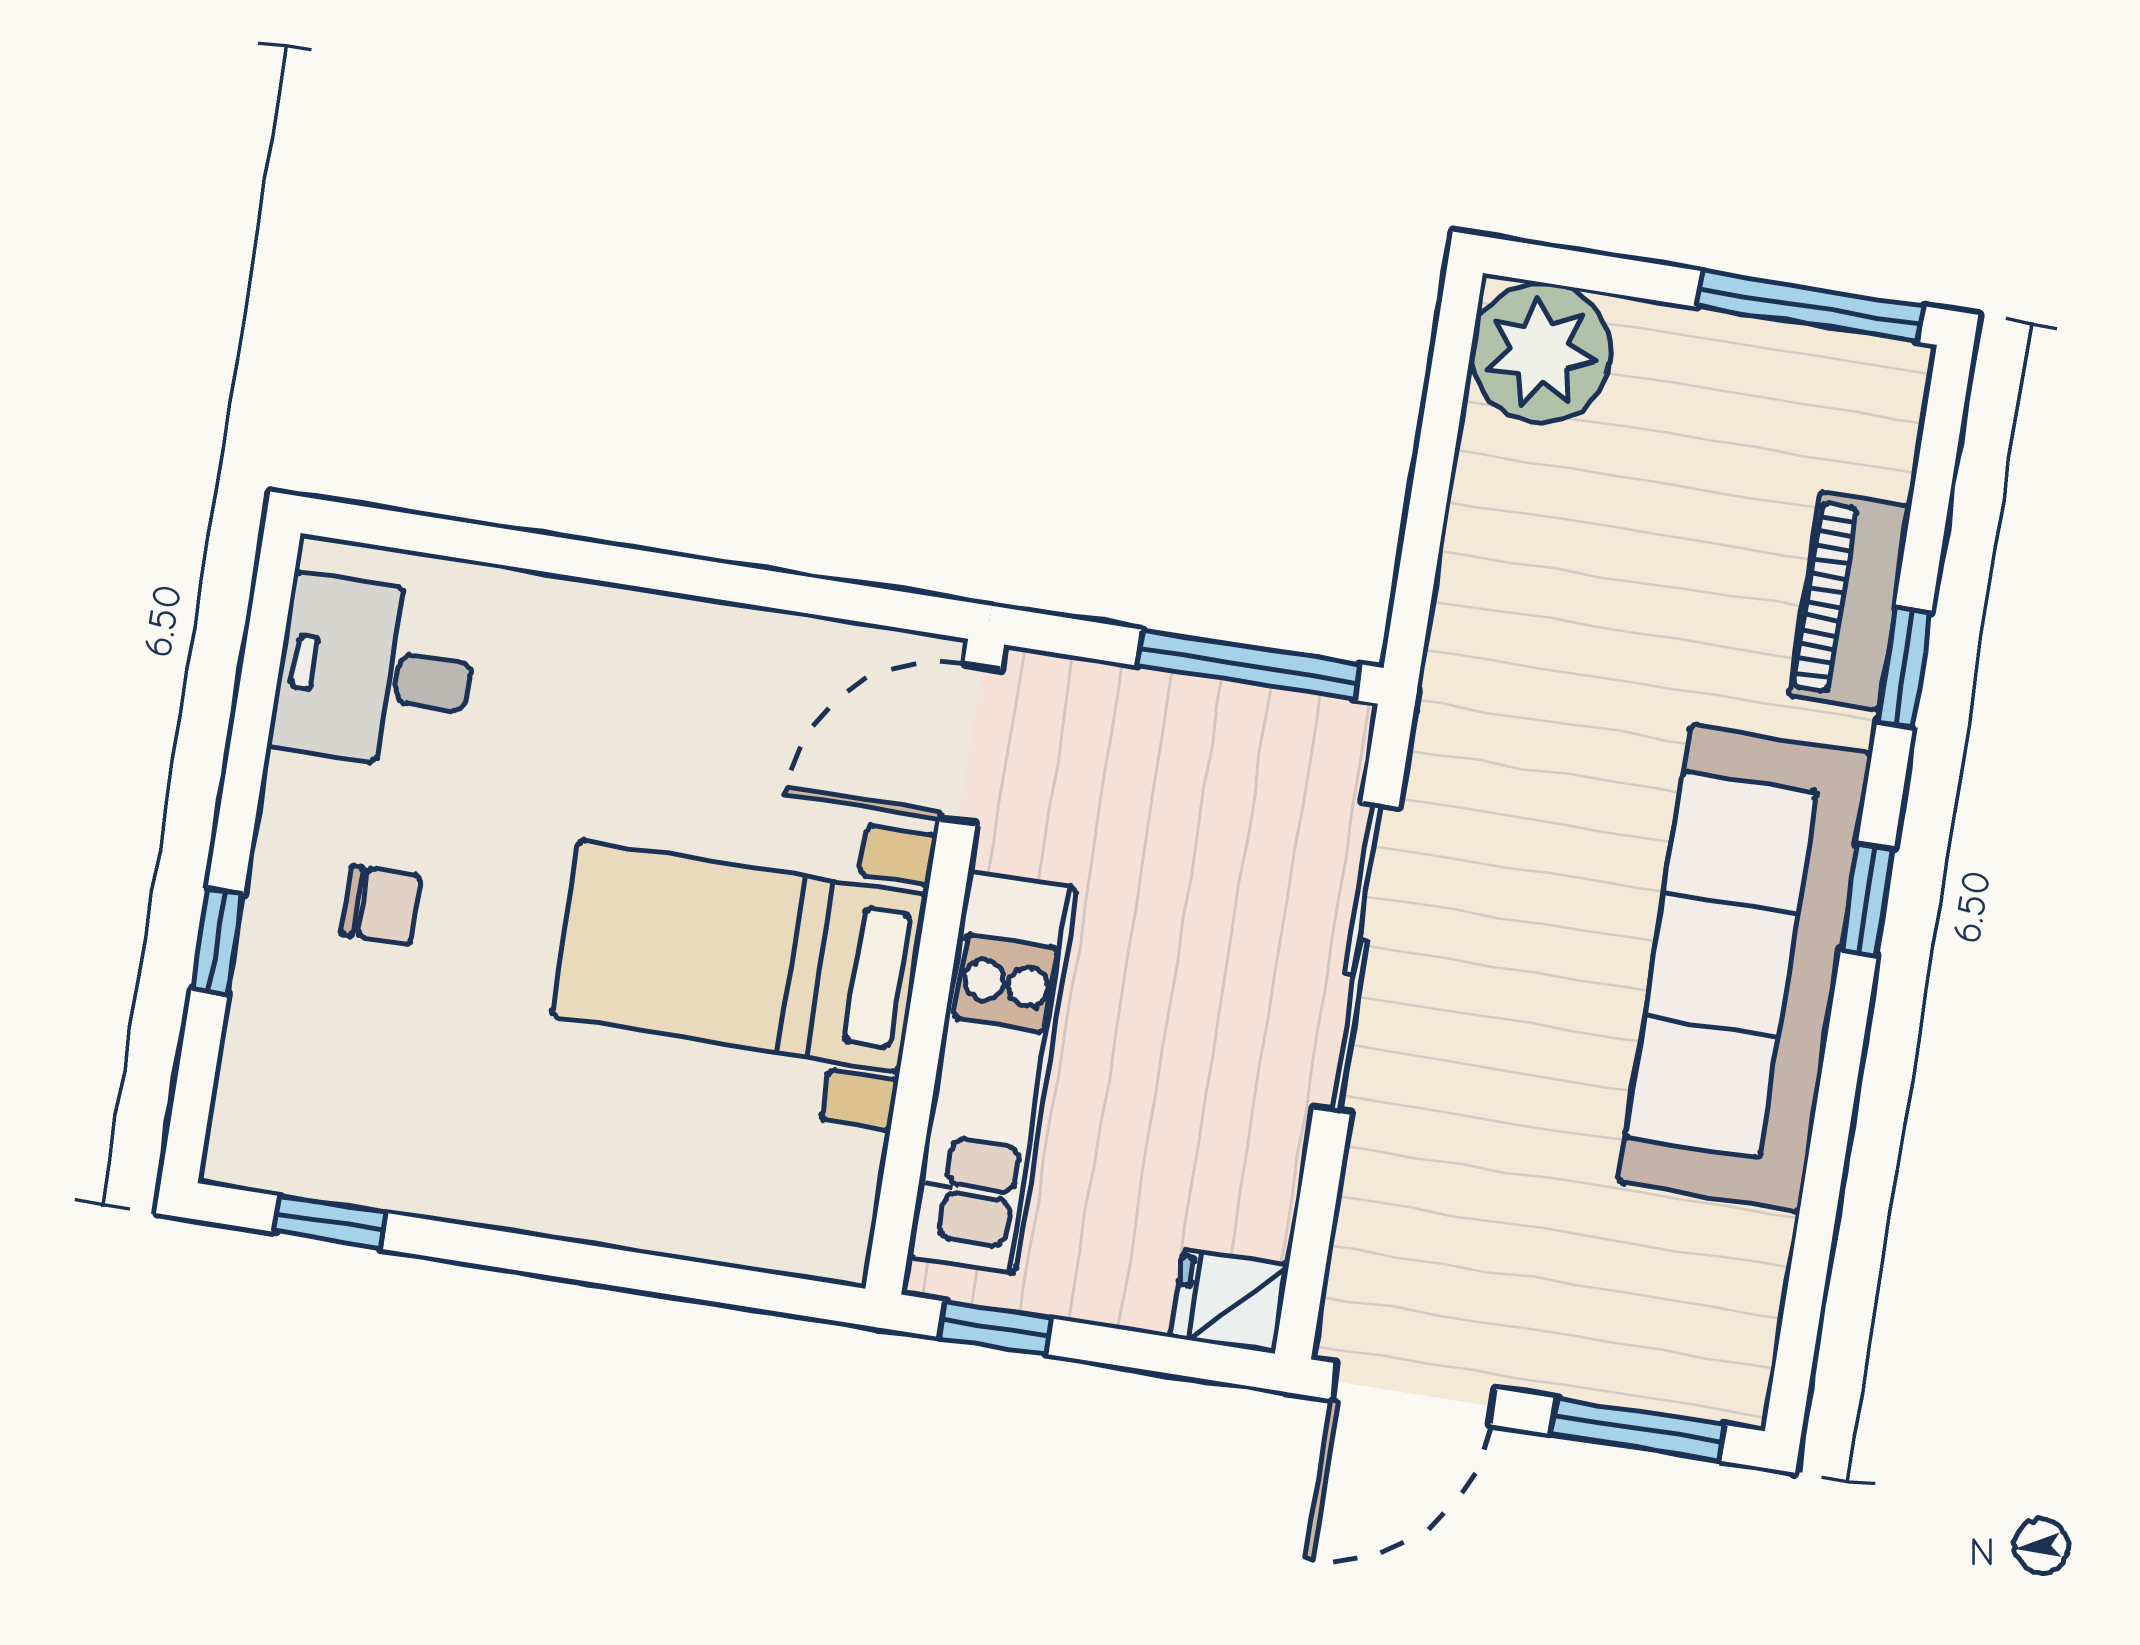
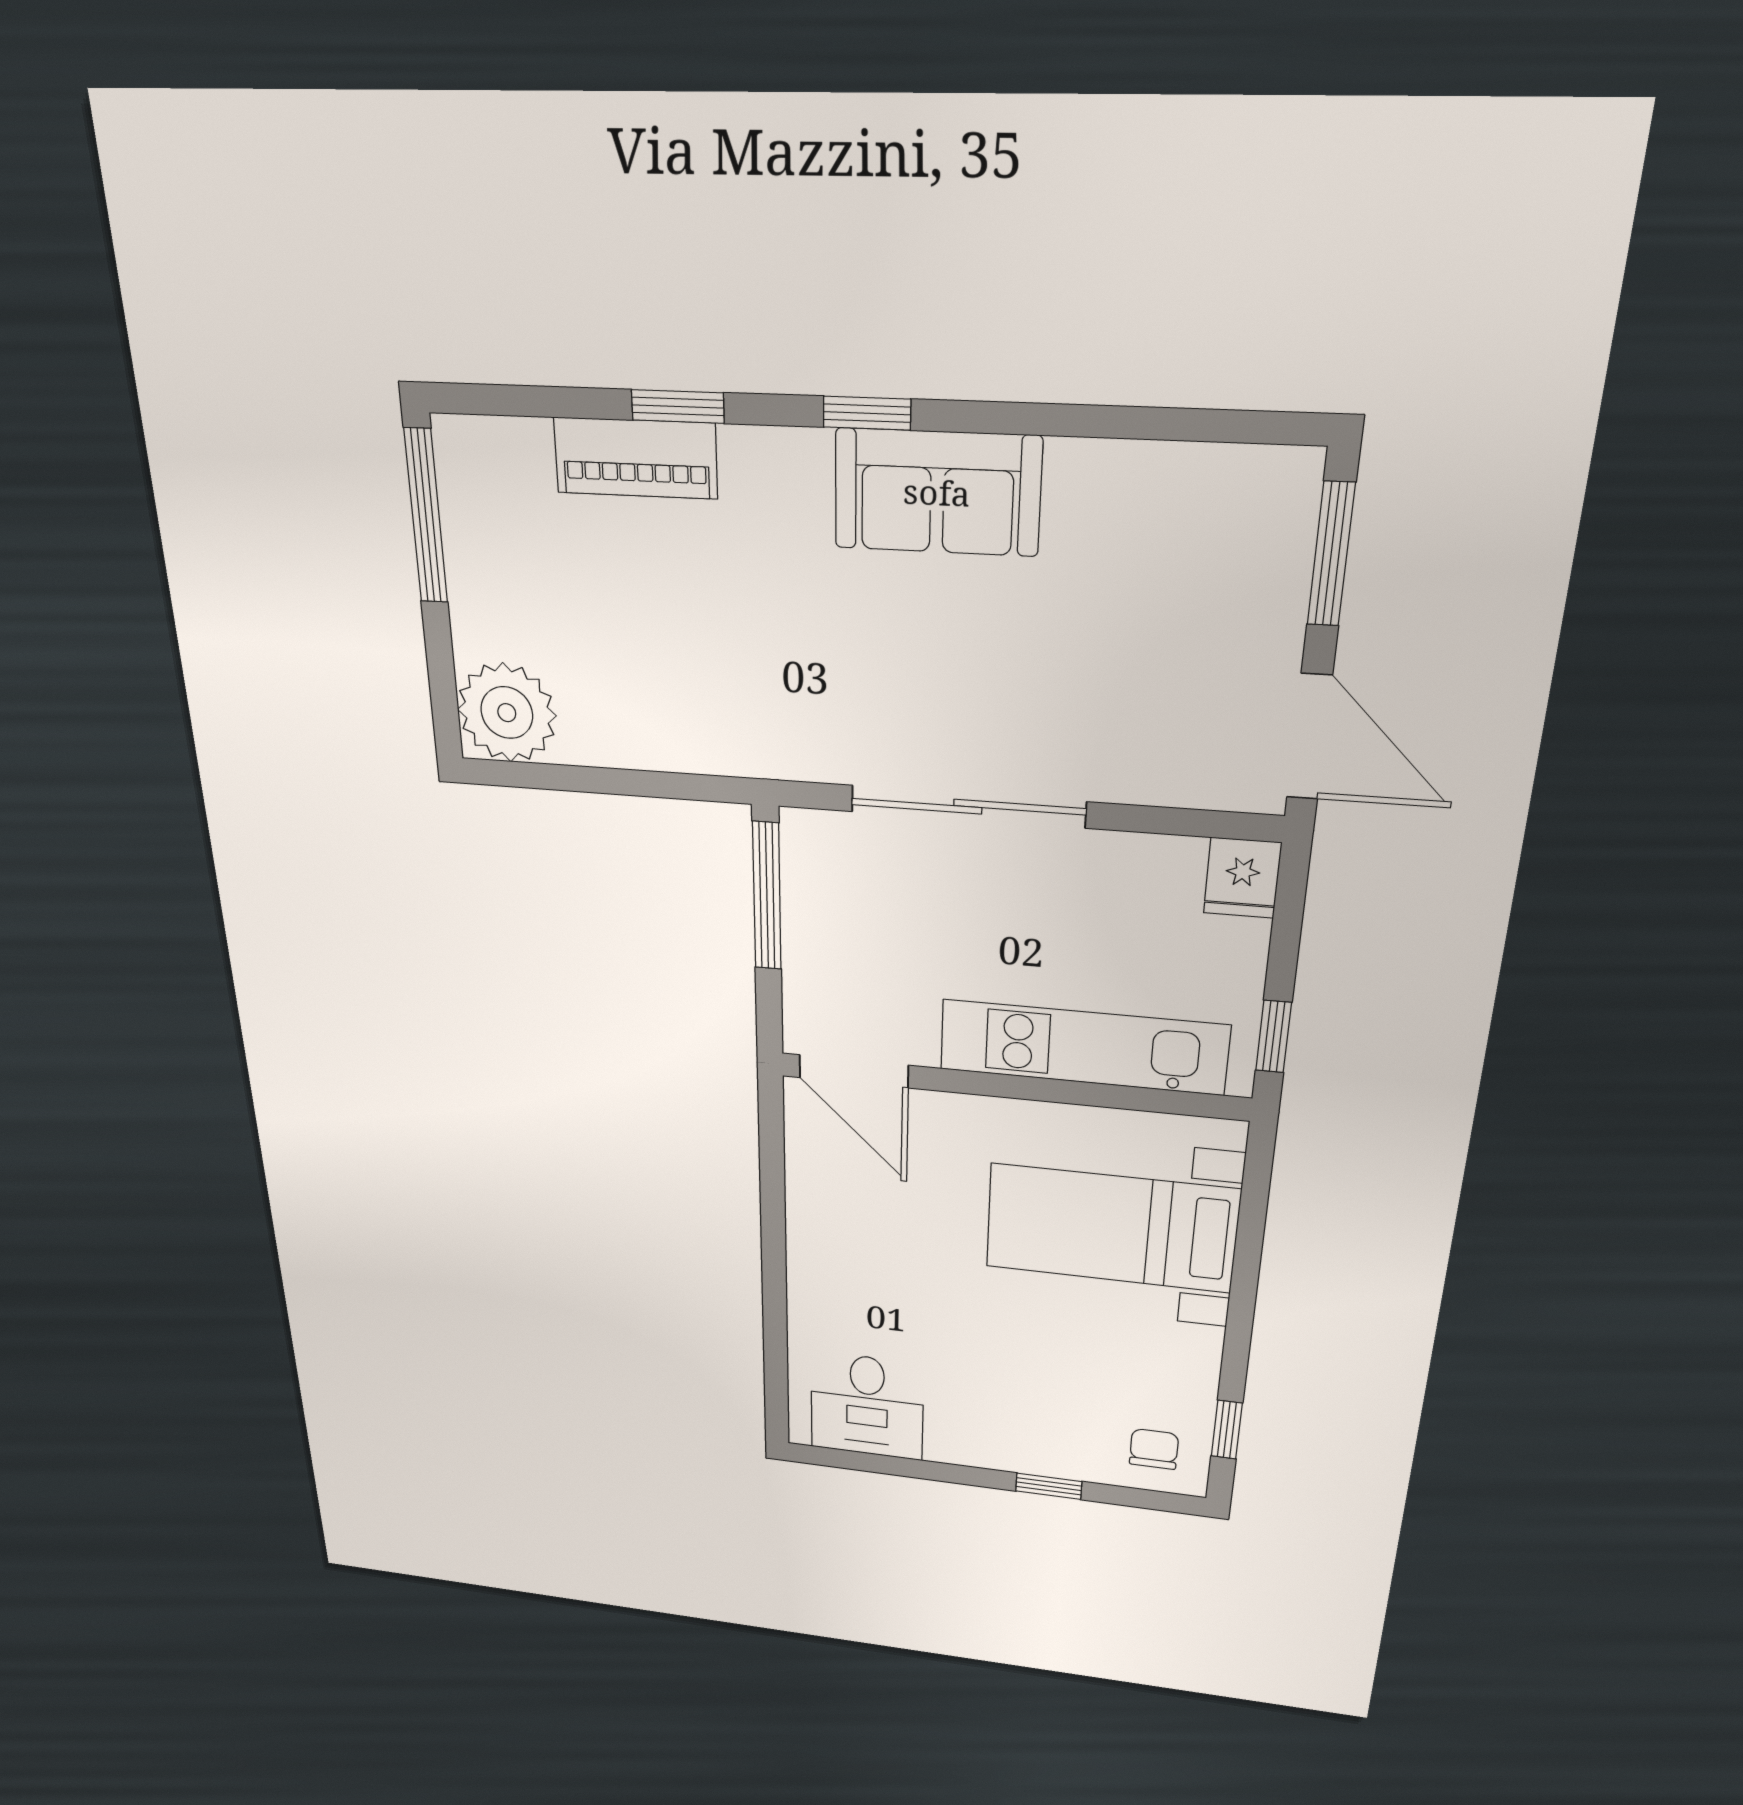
chair: (381, 905) -> (1154, 1449), moved
bed with nightstands: (739, 956) -> (1111, 1228), moved, turned 90
sofa: (1745, 968) -> (937, 492), width x0.54, depth x0.79

